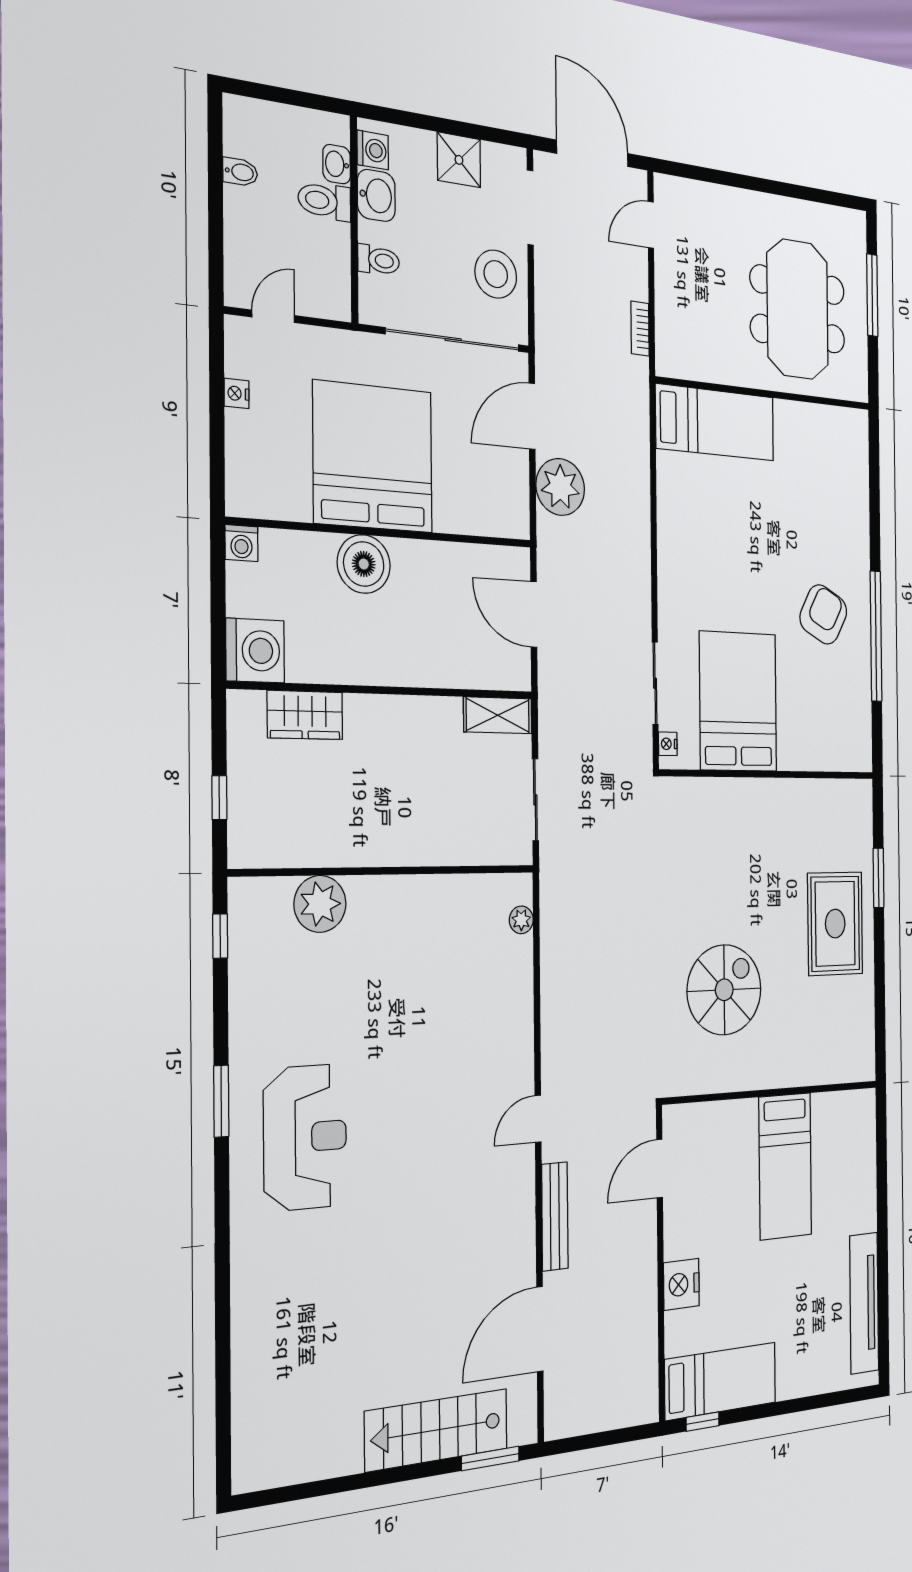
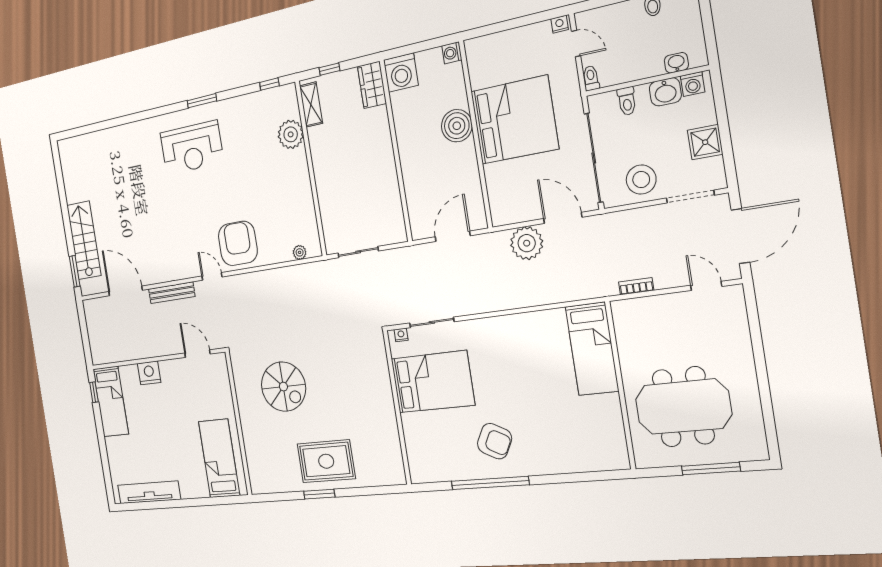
toilet: (325, 201) -> (591, 78), moved, width x0.73, depth x0.72
nightstand: (237, 393) -> (560, 24), moved
wardrobe: (305, 715) -> (372, 85), moved
shelving: (498, 715) -> (311, 105), moved
window: (879, 878) -> (319, 494), moved
armchair: (490, 1052) -> (238, 243), added
bed: (785, 1166) -> (219, 458), moved, turned 90

